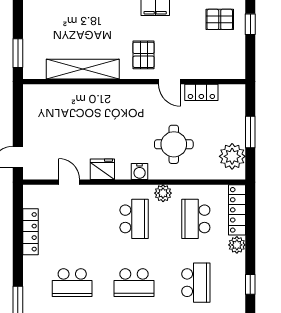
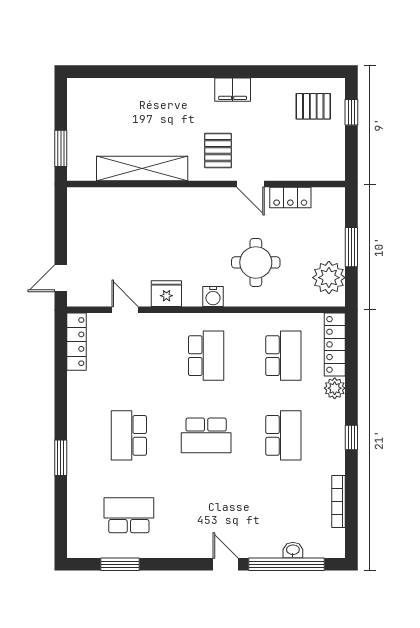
plant: (163, 193) -> (242, 324), removed
school desk: (196, 219) -> (283, 356), turned 180
locker: (30, 232) -> (77, 342), moved
school desk: (72, 283) -> (129, 435), turned 90

